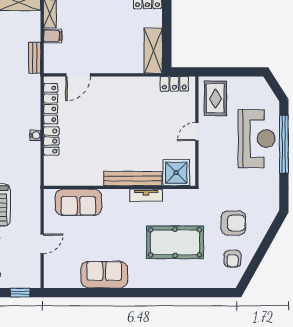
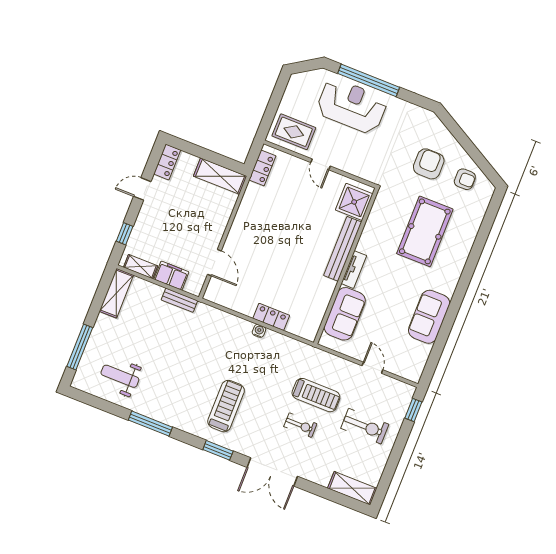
filing cabinet: (53, 36) -> (171, 276), width x2.00
locker: (51, 104) -> (233, 302), removed
tv unit: (146, 195) -> (354, 270), moved

